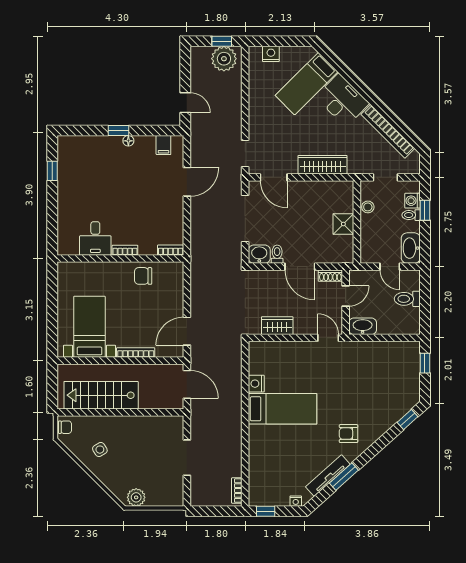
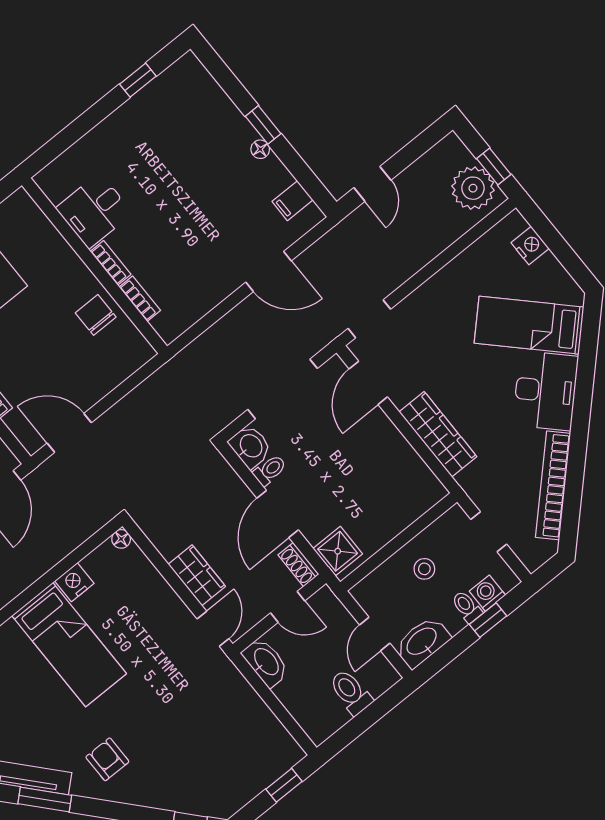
stool: (368, 207) -> (424, 569), moved
shower: (343, 224) -> (338, 551), moved
bookcase: (171, 250) -> (140, 299), moved
wardrobe: (277, 326) -> (197, 575), moved
floor lamp: (254, 347) -> (121, 539), added

